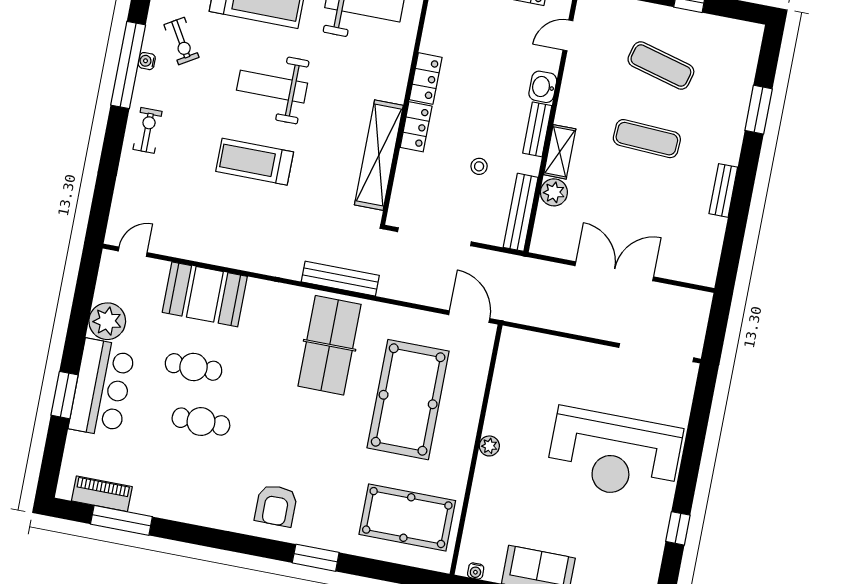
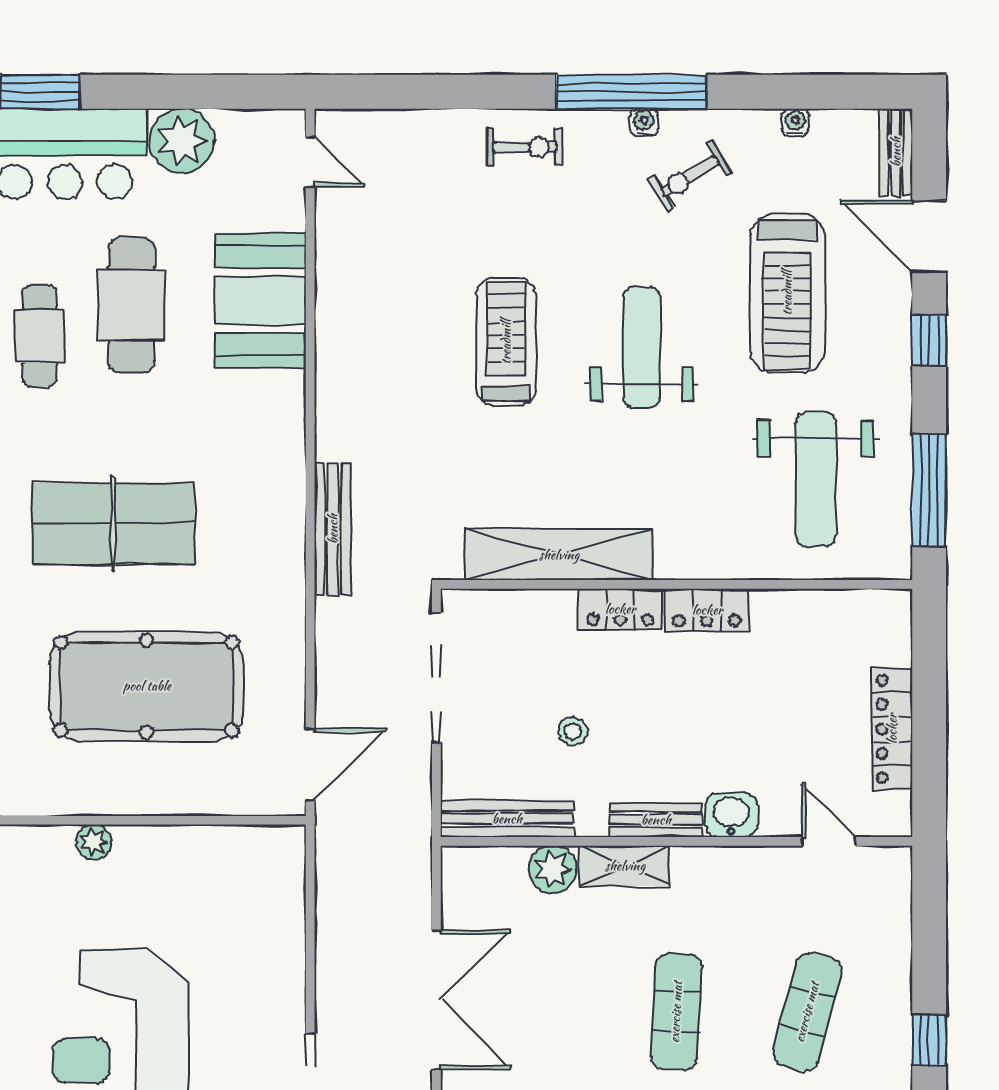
table tennis table: (330, 345) -> (113, 524), moved
cafe table: (194, 367) -> (131, 305), width x1.37, depth x1.35

